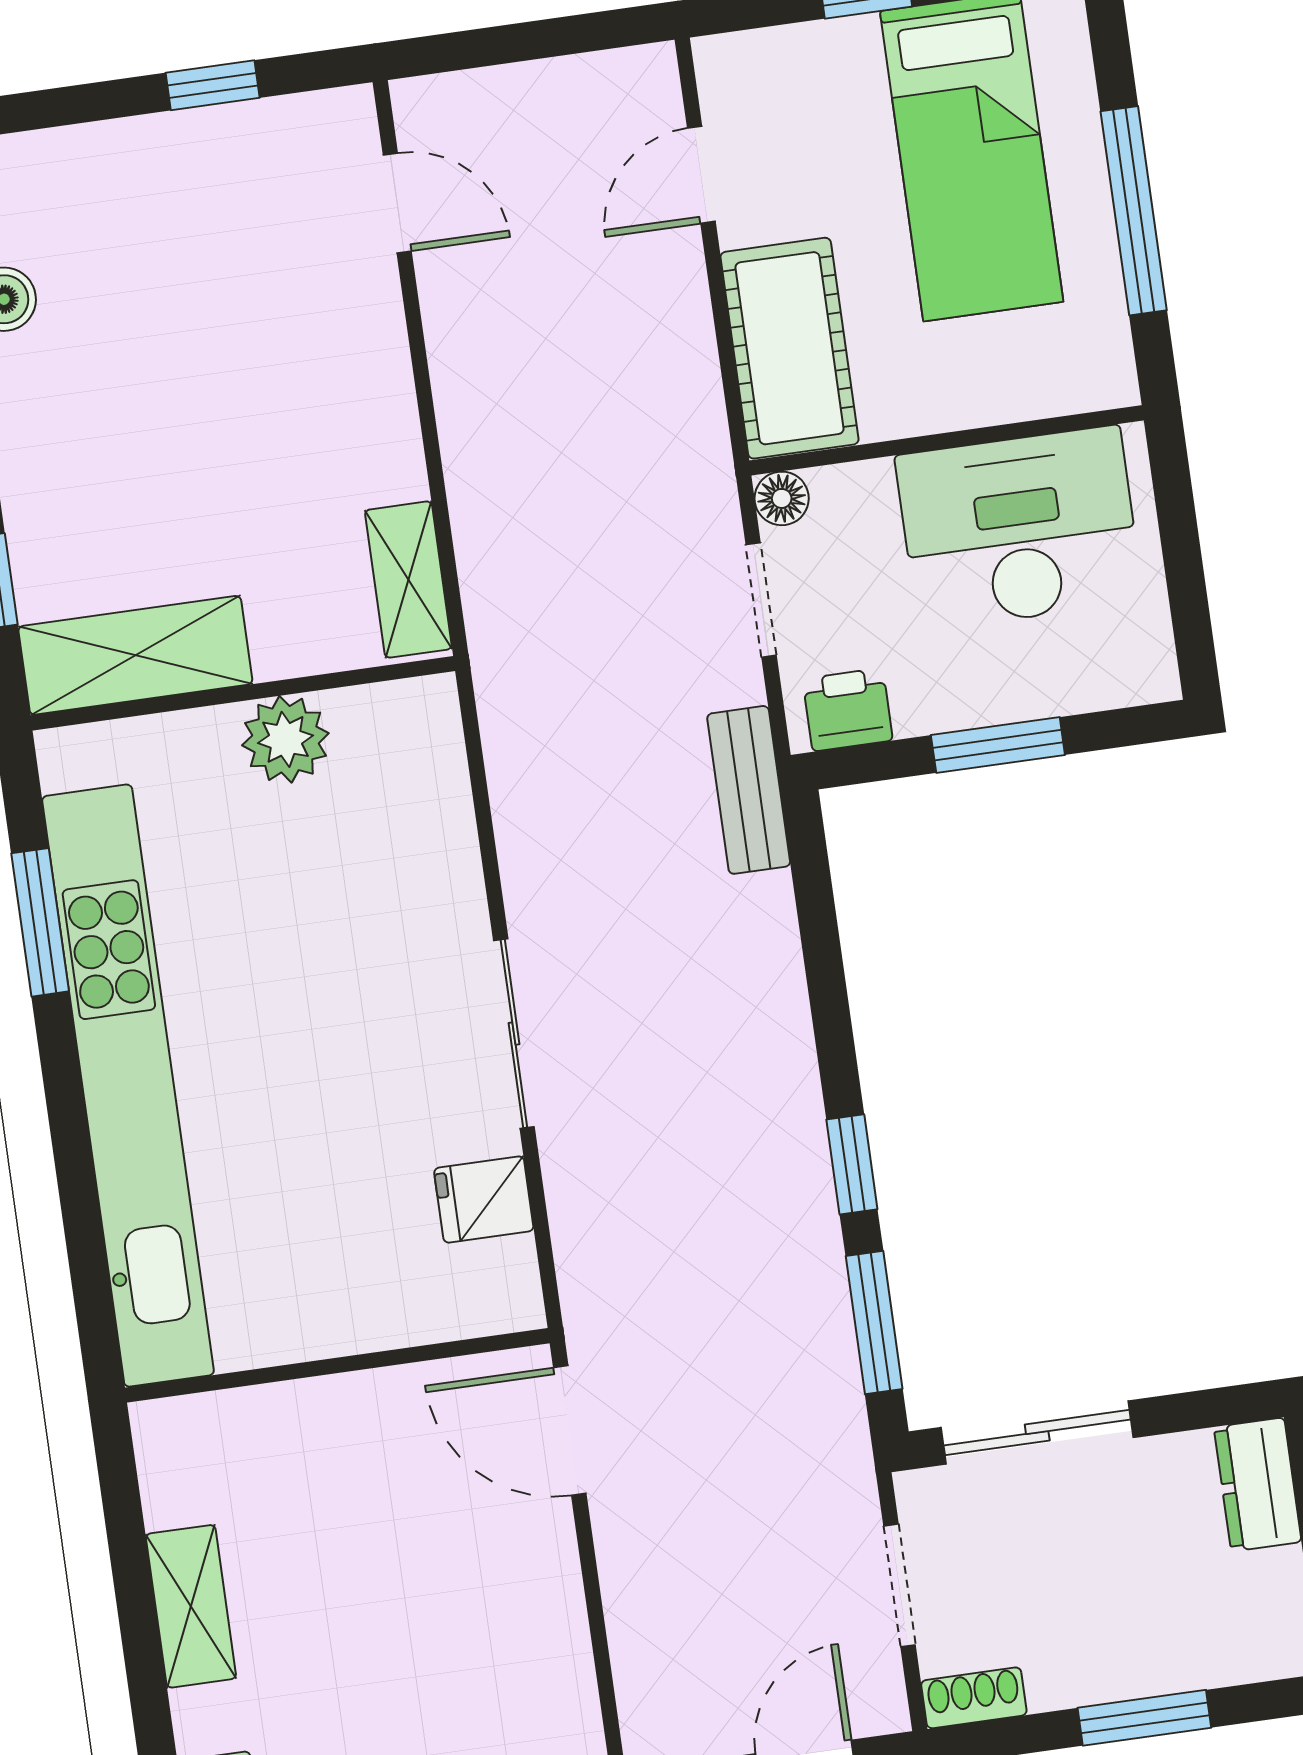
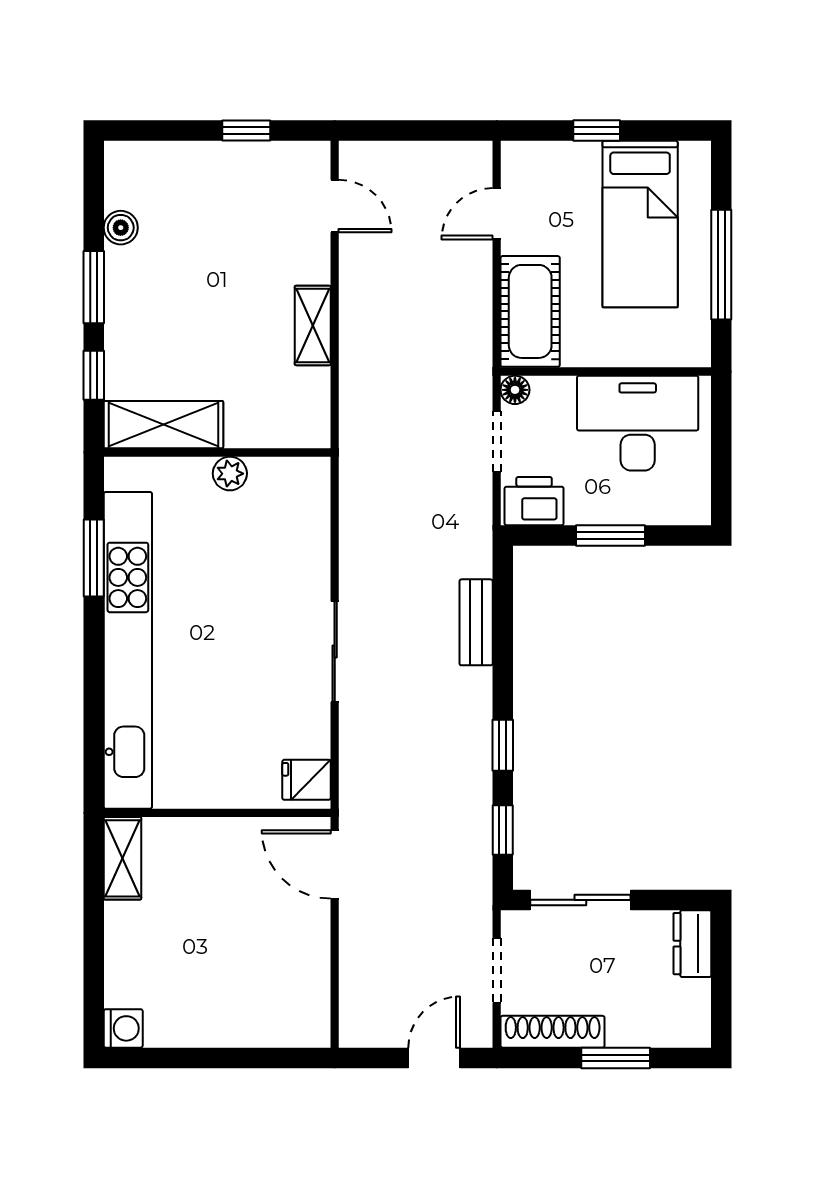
shelving: (408, 580) -> (313, 325), moved
printer: (848, 710) -> (534, 501), width x1.36, depth x1.24
plant: (285, 739) -> (230, 474), width x0.73, depth x0.73
bench: (749, 790) -> (476, 622), moved
fridge: (484, 1200) -> (307, 780), moved
window: (874, 1323) -> (503, 830), width x0.67
shelving: (191, 1606) -> (122, 858), moved
shoe rack: (974, 1698) -> (553, 1032), width x1.94, depth x1.24

